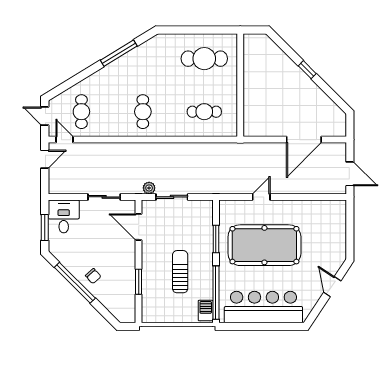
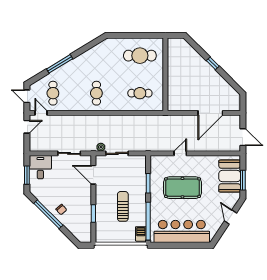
window: (119, 53) -> (60, 64), moved
booth: (331, 229) -> (230, 176), added
window: (350, 235) -> (243, 180), added
pool table: (264, 245) -> (182, 188), width x0.73, depth x0.76

